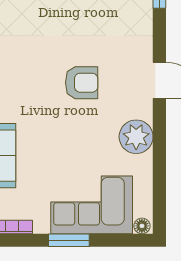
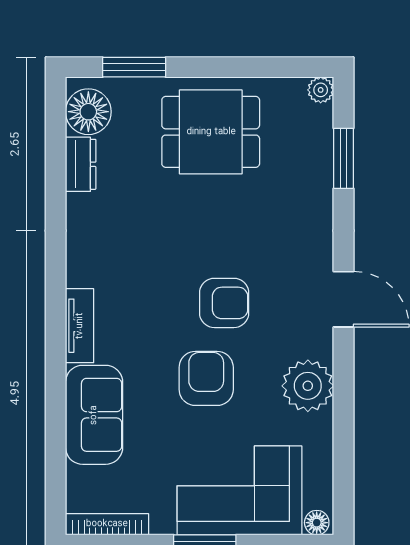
armchair: (70, 132) -> (206, 378), added

